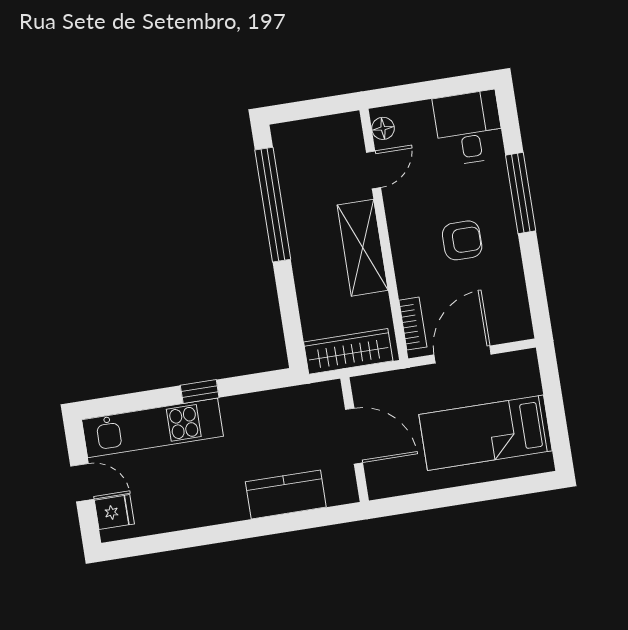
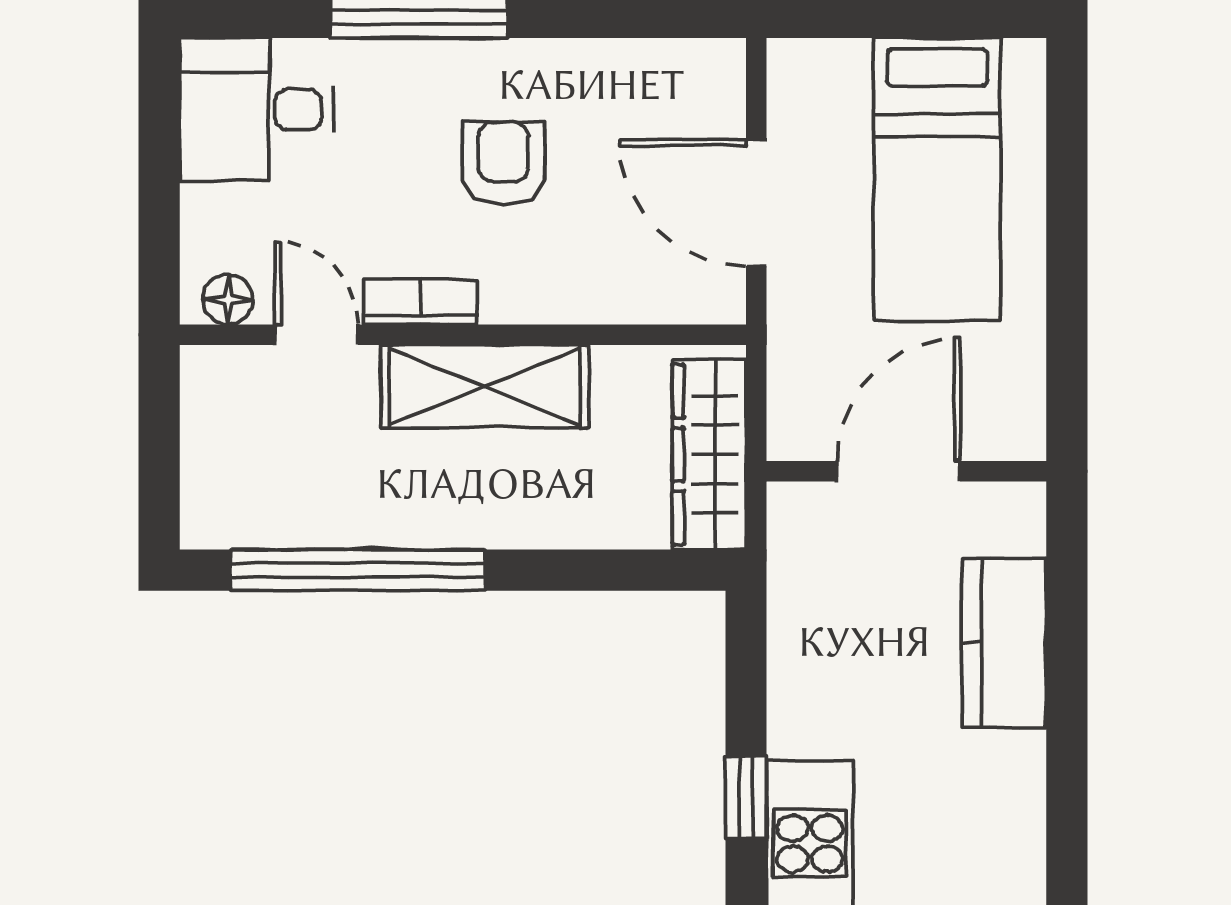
bookcase: (413, 324) -> (421, 302), moved

